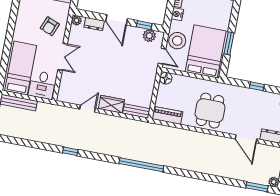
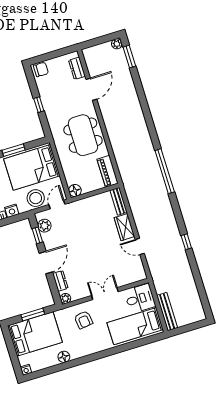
armchair: (50, 26) -> (83, 320), turned 61
dining table: (210, 111) -> (83, 135), width x1.38

